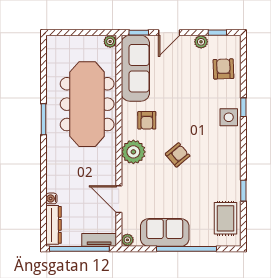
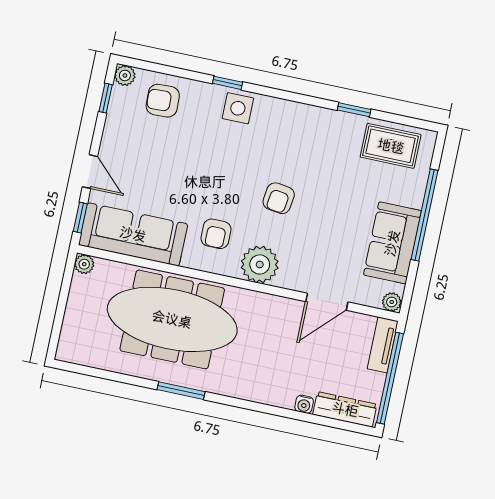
plant: (201, 42) -> (125, 75), moved
armchair: (147, 120) -> (216, 234), turned 90
armchair: (178, 155) -> (279, 198), turned -132

